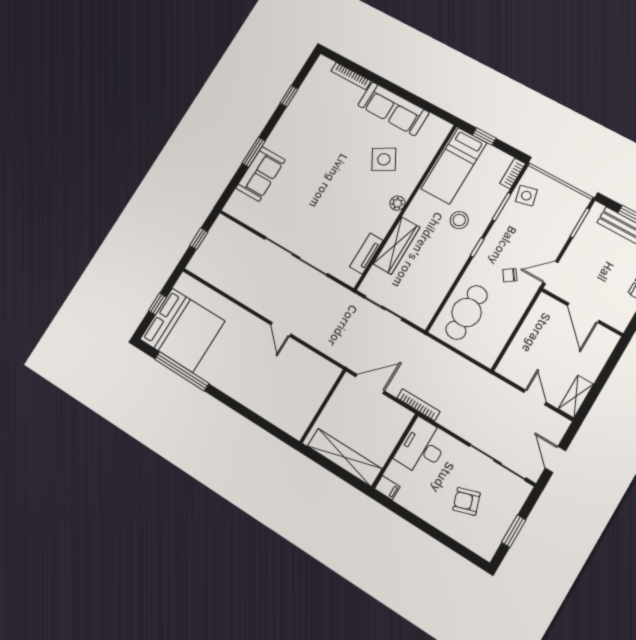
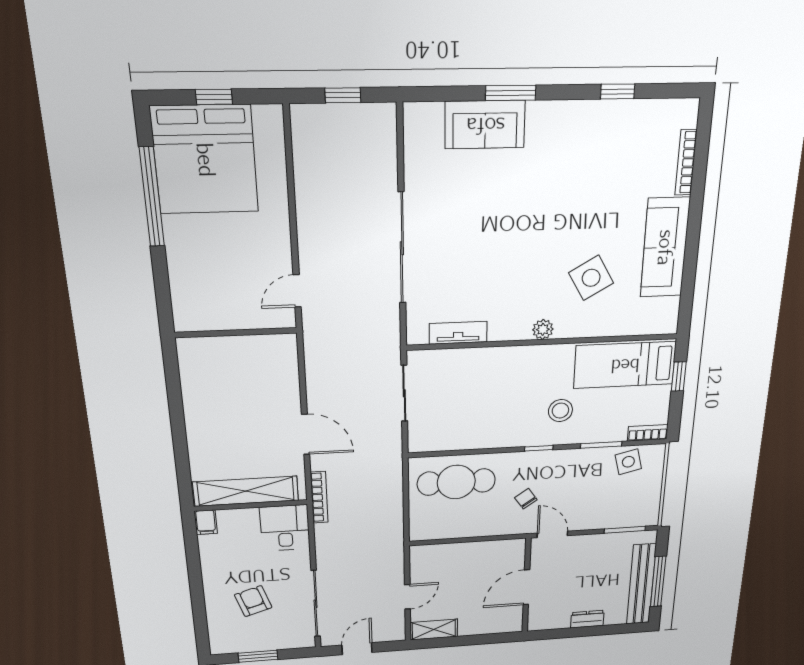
wardrobe: (396, 246) -> (489, 361), removed
wall: (323, 406) -> (236, 333), moved
desk: (422, 447) -> (285, 528), width x0.73
shelving: (344, 457) -> (246, 491), moved, turned 90

